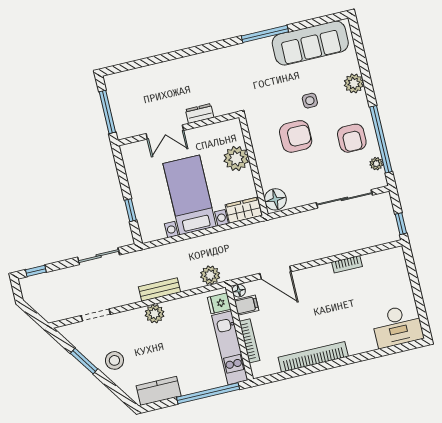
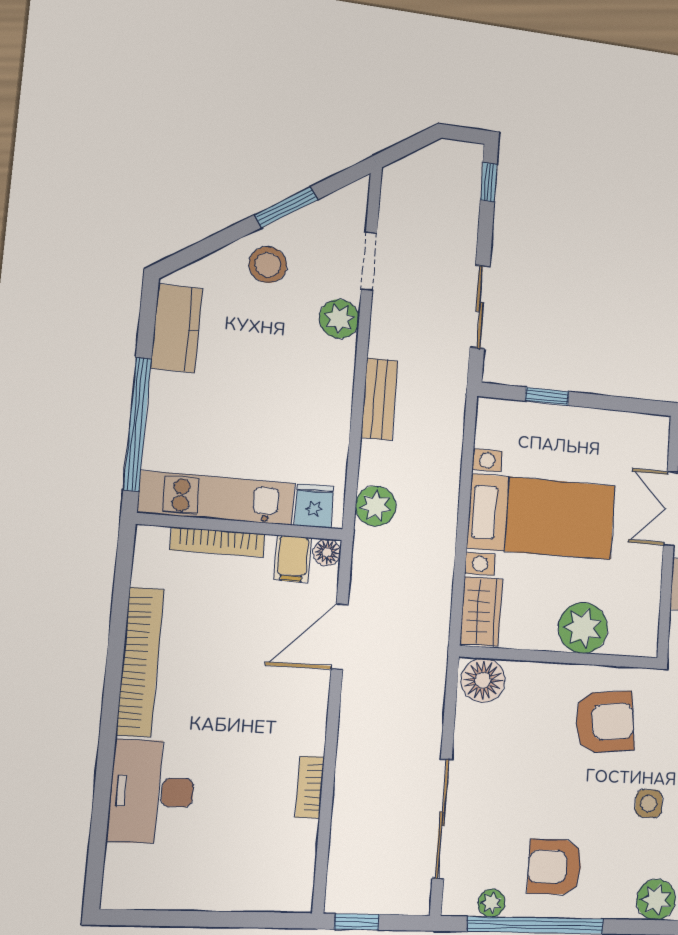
armchair: (296, 136) -> (605, 722), moved, turned -96
plant: (155, 314) -> (339, 319), moved
desk: (397, 326) -> (152, 792), moved

